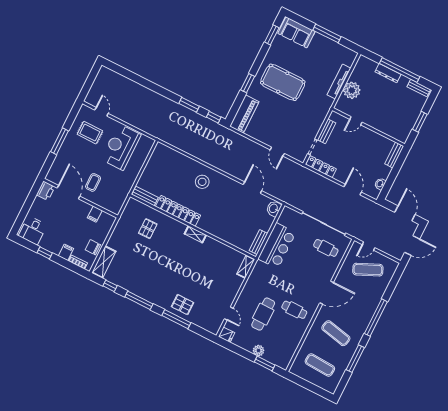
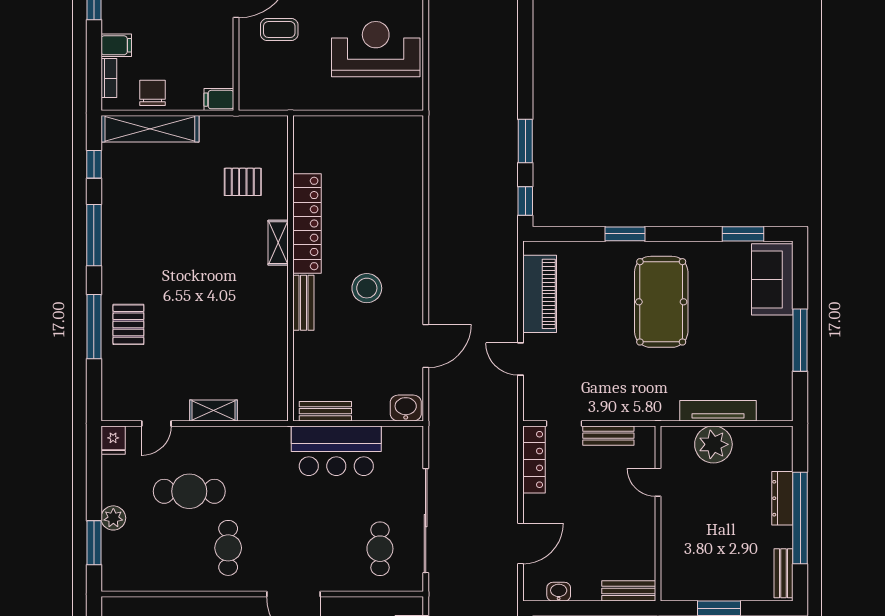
piano: (244, 114) -> (540, 294), moved, turned -90
door: (277, 152) -> (520, 359), hinge flipped
stool: (202, 182) -> (367, 288), moved
bench: (145, 196) -> (303, 303), moved
filing cabinet: (95, 214) -> (219, 100), moved
shelving: (195, 234) -> (278, 243), moved
shelving: (104, 262) -> (150, 129), width x1.47
shelving: (246, 267) -> (214, 410), moved

